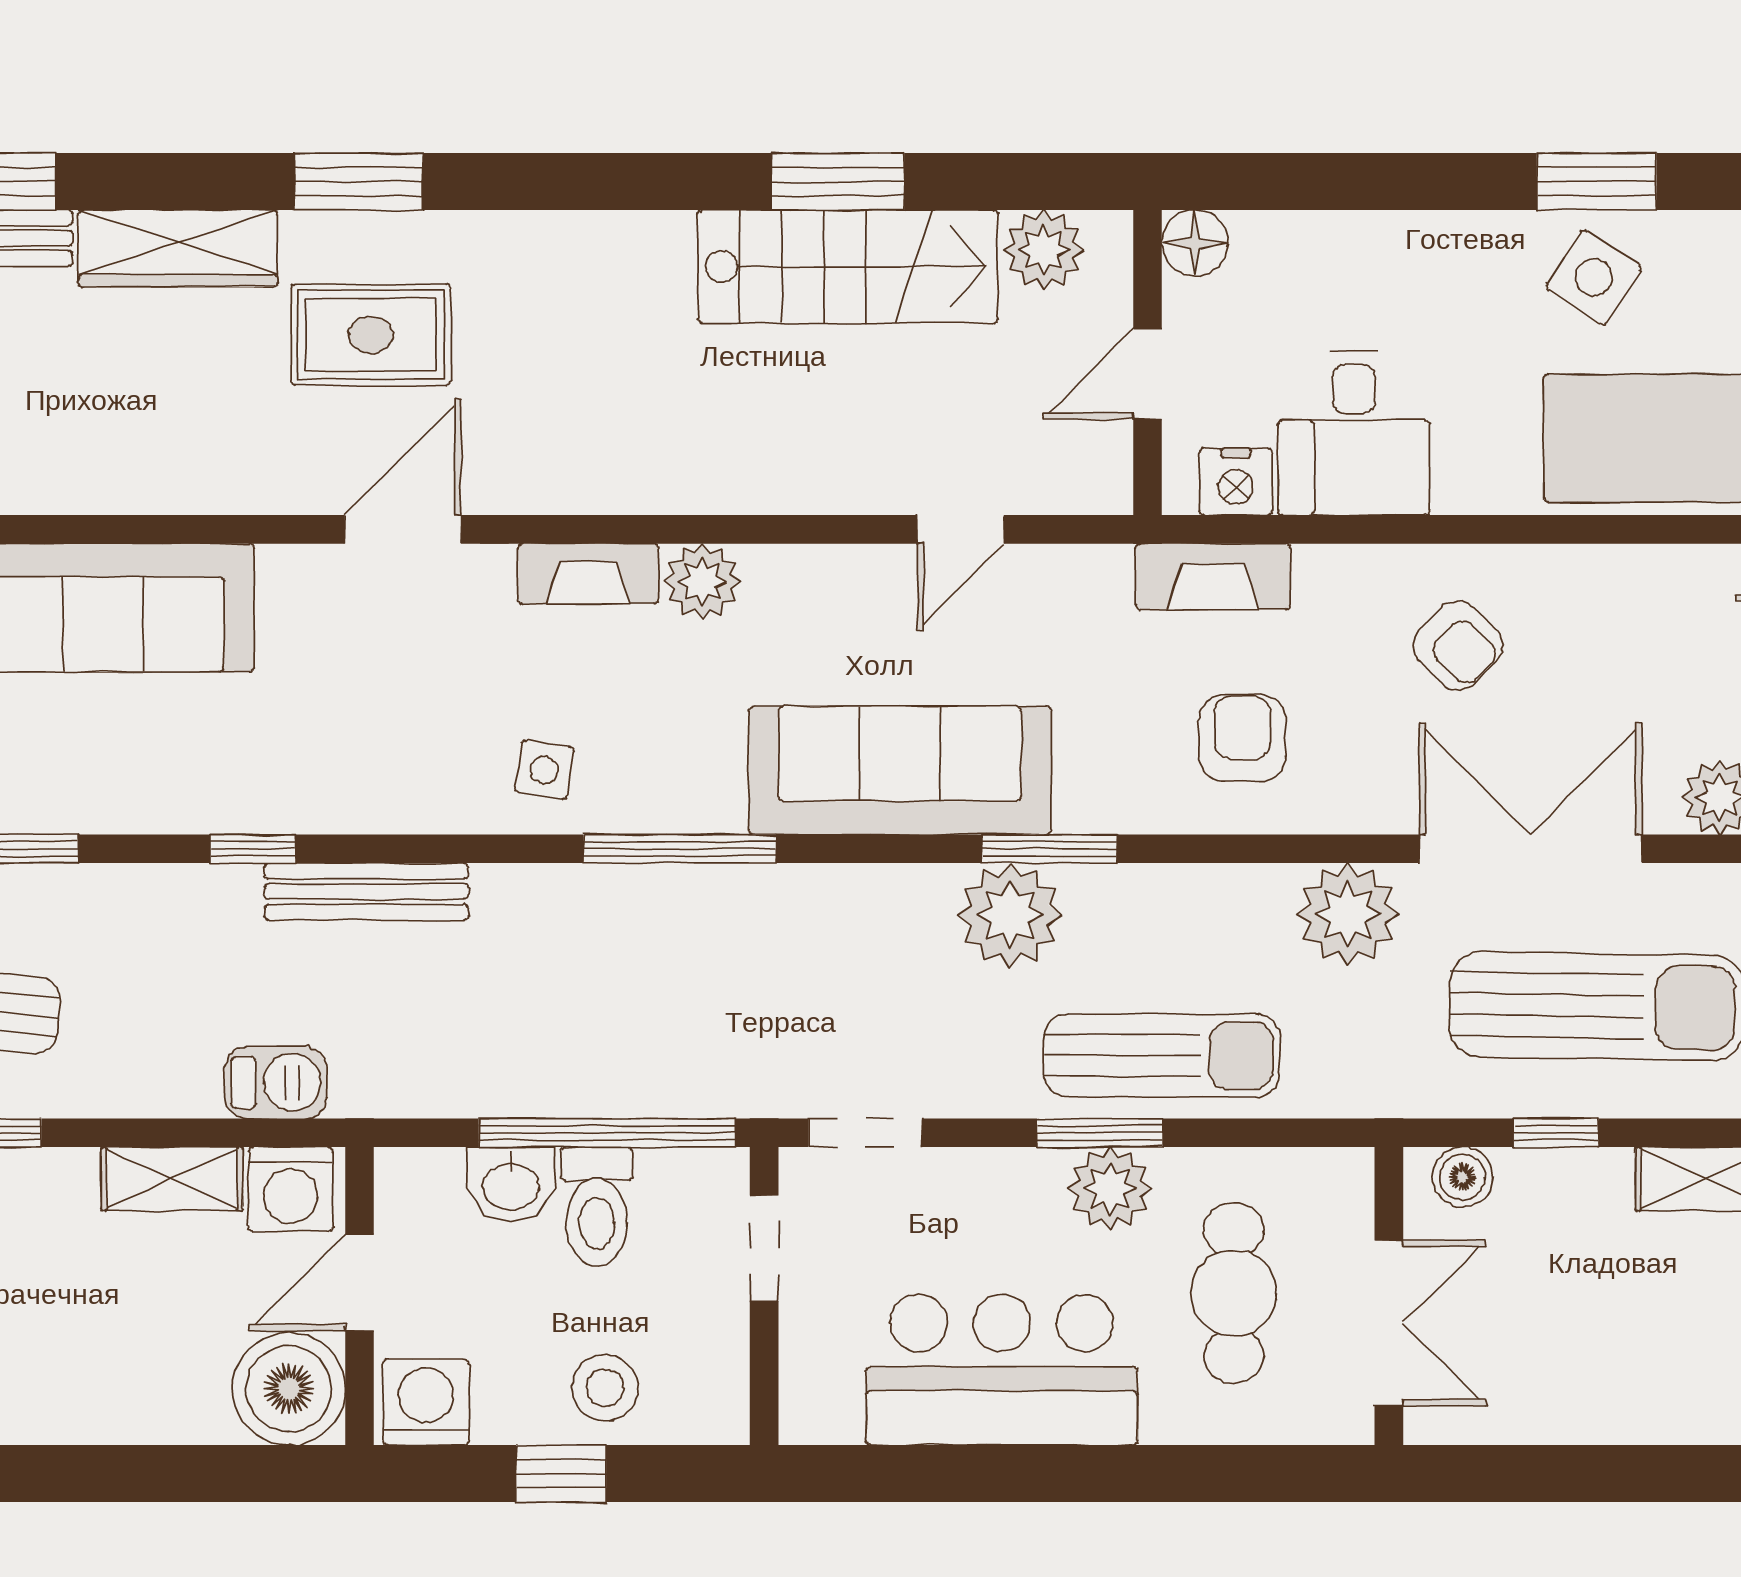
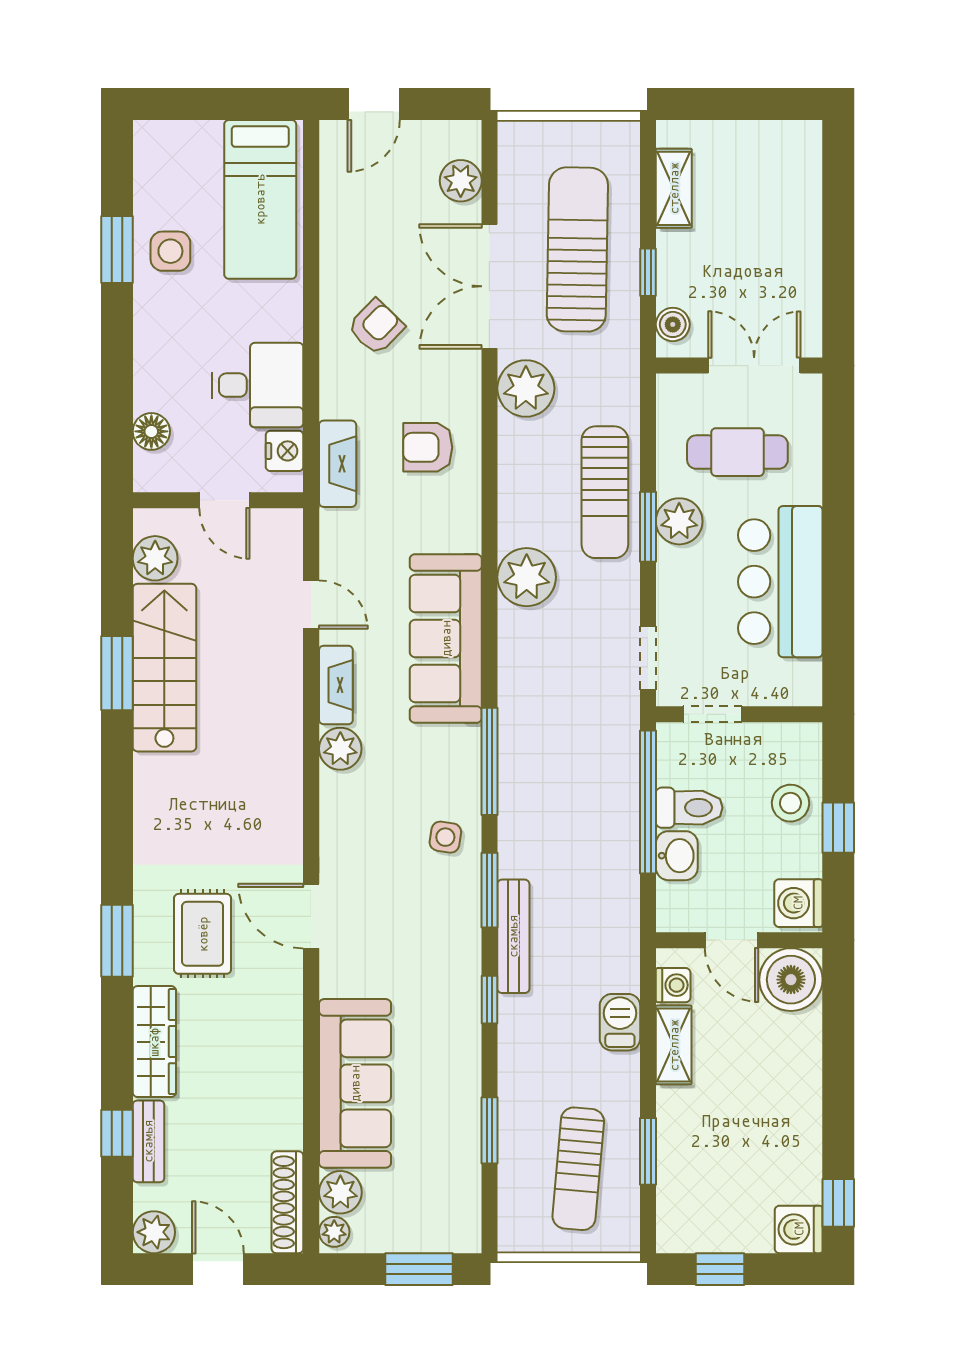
floor lamp: (1195, 243) -> (151, 431), moved
side table: (1594, 277) -> (170, 251), turned -33
fireplace: (588, 574) -> (336, 685), moved
window: (1049, 849) -> (489, 890), moved
sun lounger: (1162, 1055) -> (605, 492), turned 180
barbecue: (276, 1082) -> (620, 1022), moved
washing machine: (291, 1189) -> (673, 985), width x0.73, depth x0.73

